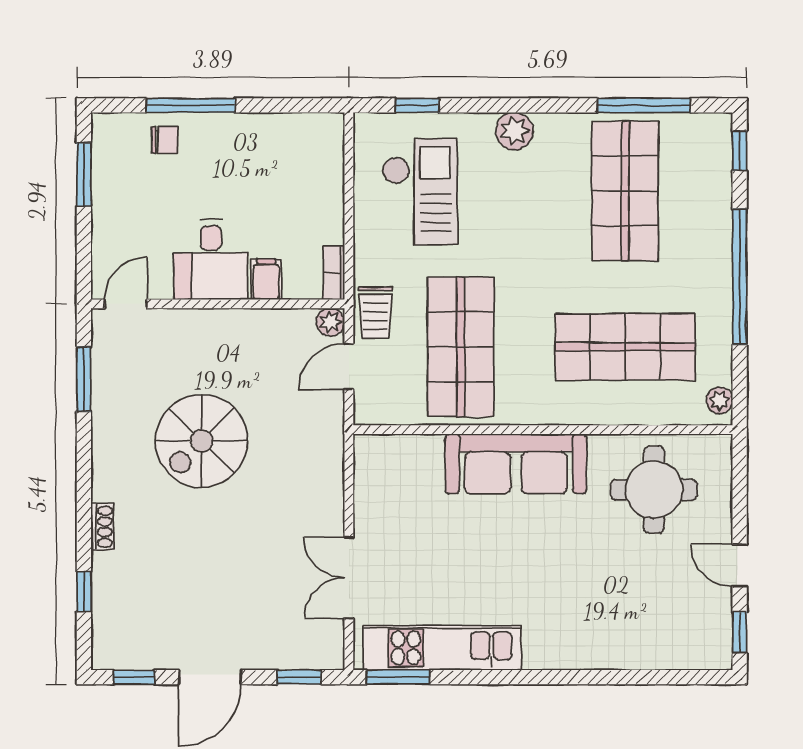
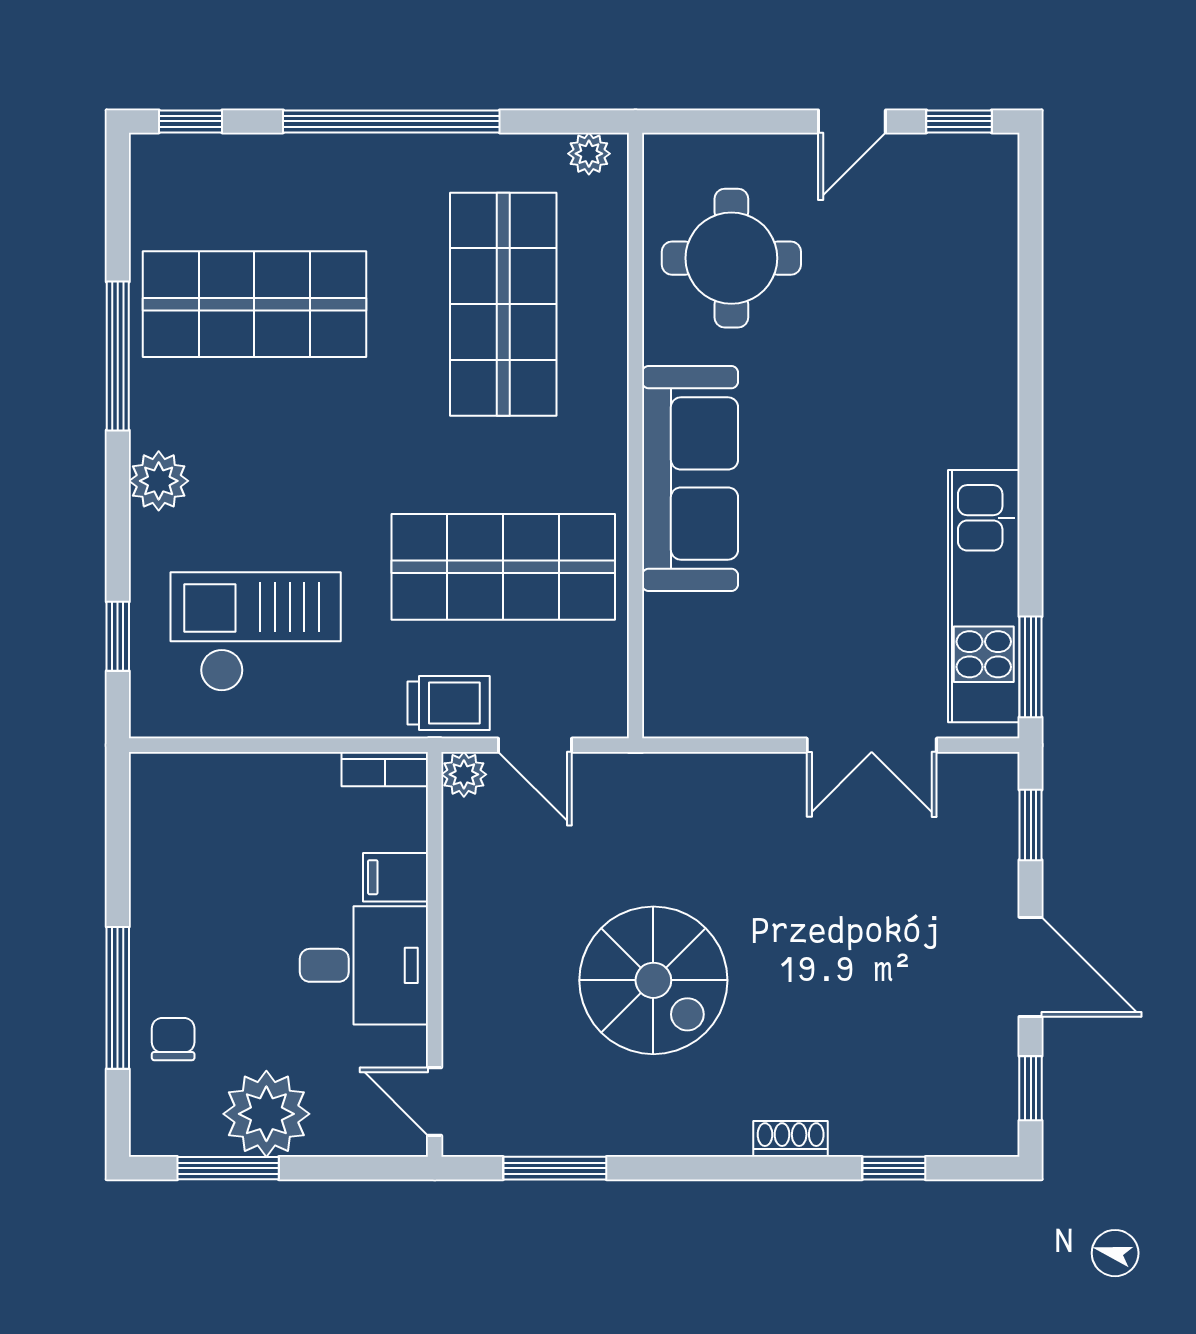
window: (644, 105) -> (118, 356), moved
plant: (118, 198) -> (266, 1114), added

